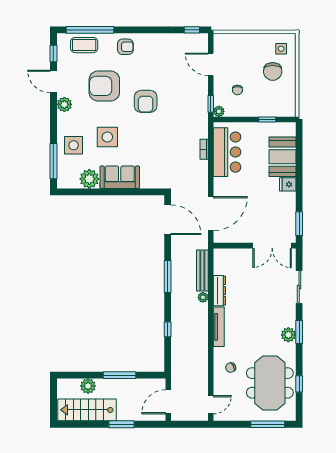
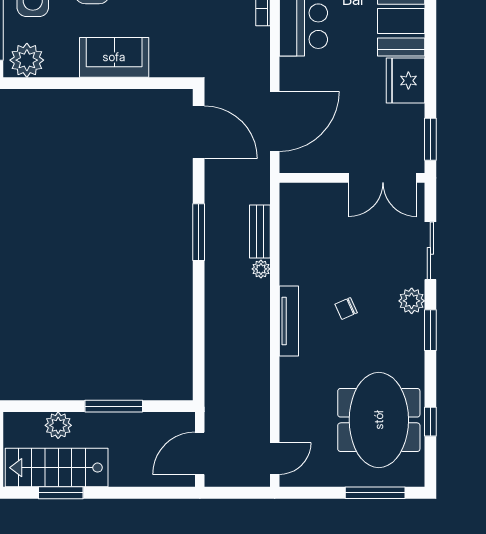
plant: (89, 179) -> (27, 60), moved
fridge: (288, 184) -> (405, 81), width x1.88, depth x1.34
bench: (202, 271) -> (260, 231), width x0.73
dresser: (219, 291) -> (290, 257), removed
window: (168, 329) -> (199, 326), removed
plant: (288, 335) -> (412, 301), moved
chair: (231, 368) -> (346, 309), moved
window: (121, 424) -> (61, 493), moved

